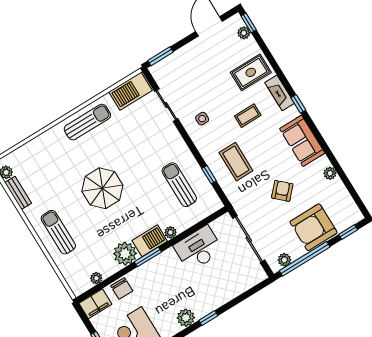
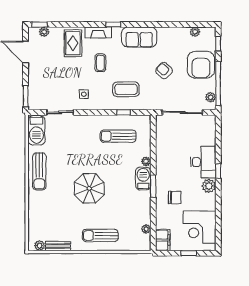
sun lounger: (87, 122) -> (39, 171), turned 180
plant: (330, 173) -> (195, 32), moved
desk: (198, 248) -> (203, 162), moved, turned 180
plant: (125, 254) -> (142, 200), removed
chair: (122, 288) -> (175, 198), moved

